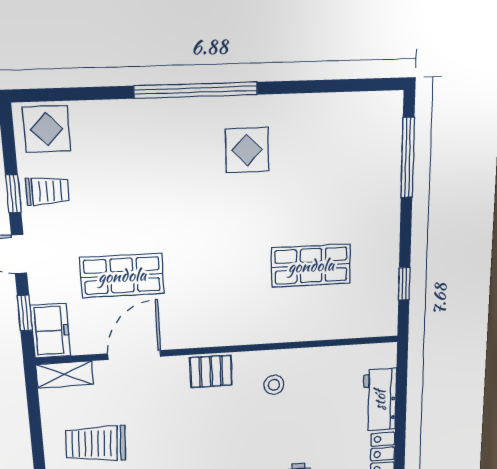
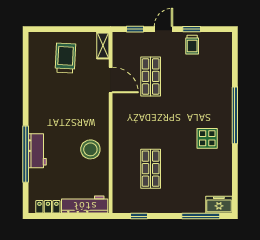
display table: (47, 129) -> (220, 47), removed
freezer: (50, 331) -> (219, 205), moved, turned 180
pallet: (211, 371) -> (100, 118), removed
stool: (274, 385) -> (90, 149), width x1.89, depth x1.89
workbench: (380, 400) -> (85, 205), width x1.38

